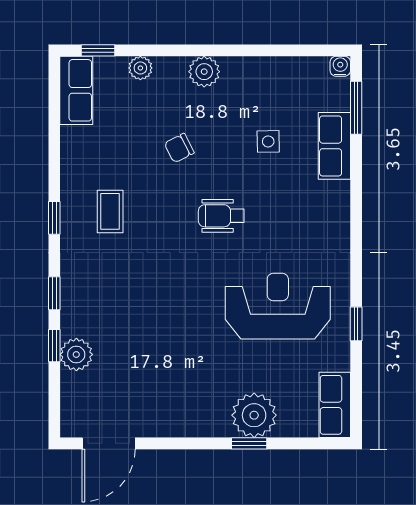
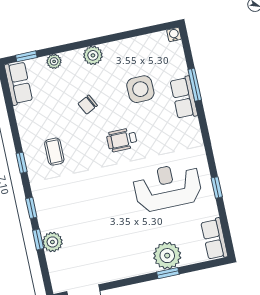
window: (356, 108) -> (195, 85), moved
side table: (268, 141) -> (140, 89), width x1.87, depth x1.87
row of seats: (334, 146) -> (184, 98), moved

